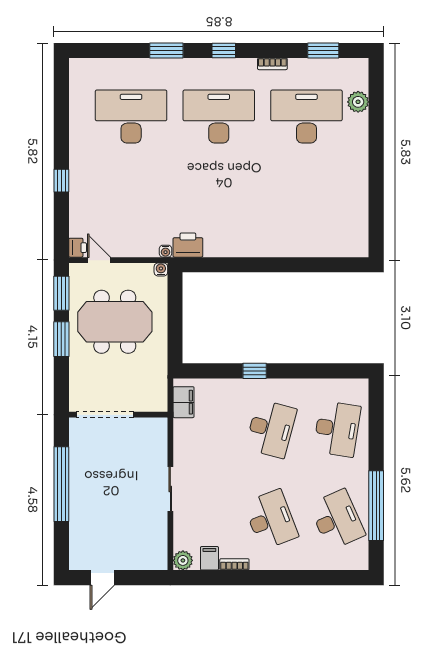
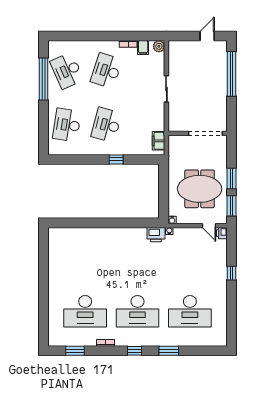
plant: (358, 102) -> (54, 320), removed
window: (61, 484) -> (231, 74), moved
desk: (271, 520) -> (106, 71), turned 39

